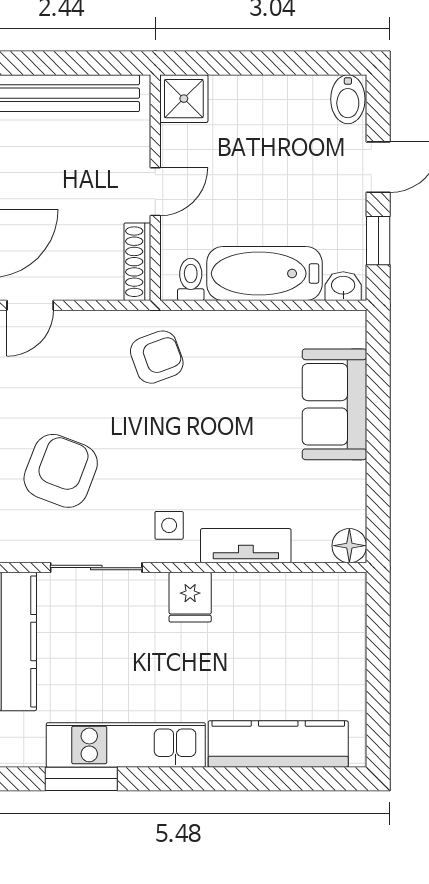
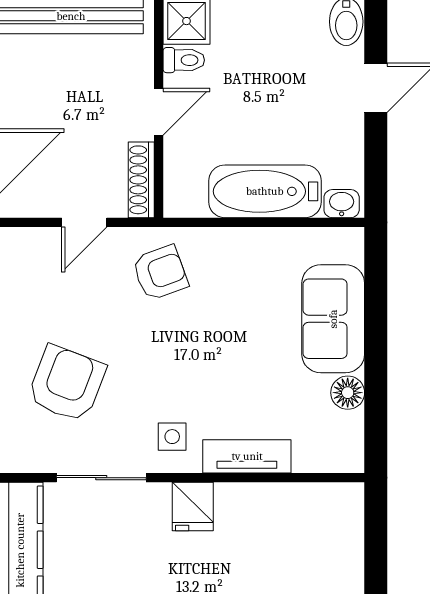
window: (378, 241) -> (376, 159), removed
toilet: (191, 279) -> (184, 60), moved, turned 90
door: (30, 305) -> (84, 222), moved
floor lamp: (349, 546) -> (348, 393), moved

